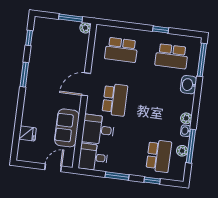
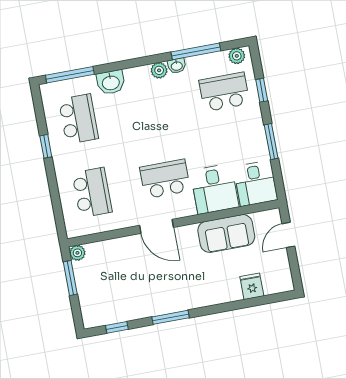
plant: (182, 151) -> (237, 56), moved
door: (53, 168) -> (288, 235), hinge flipped

